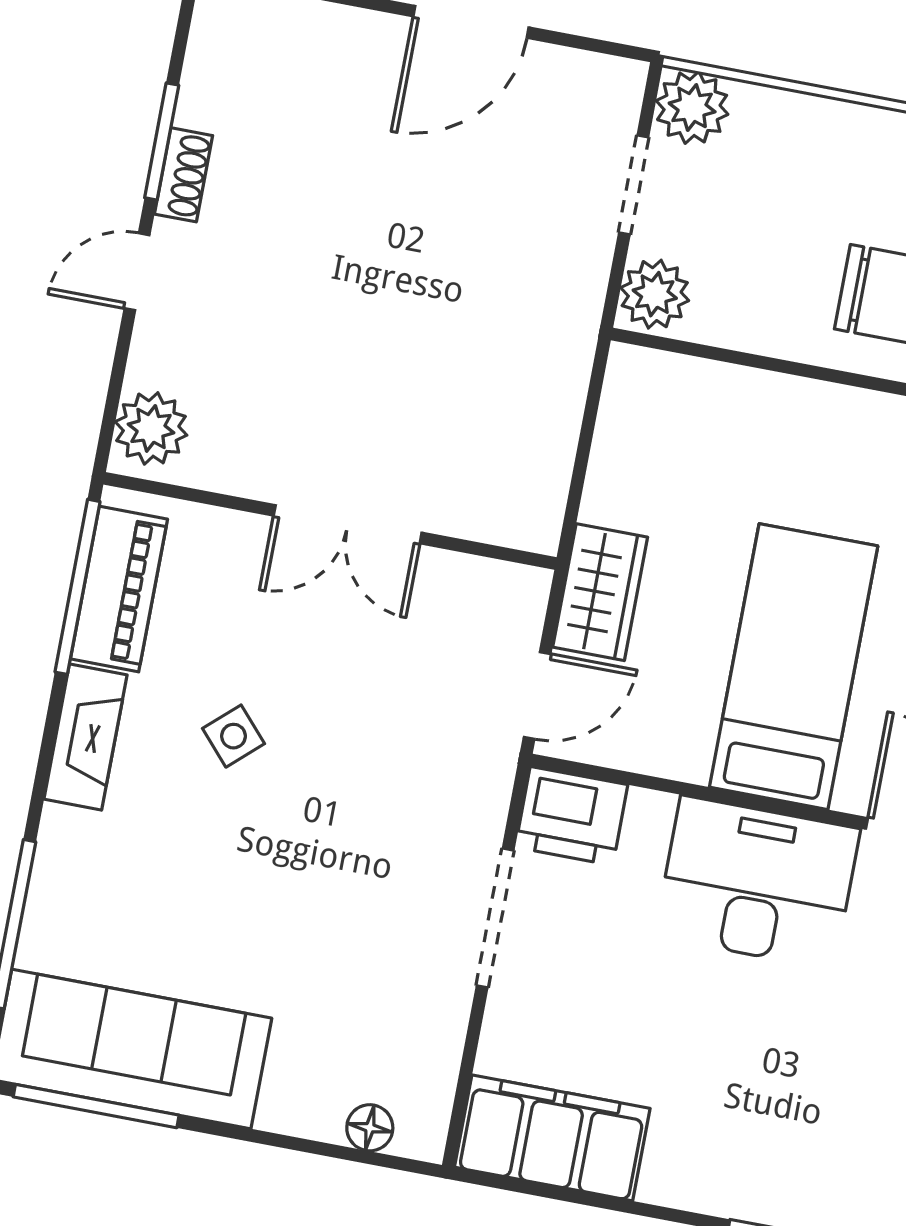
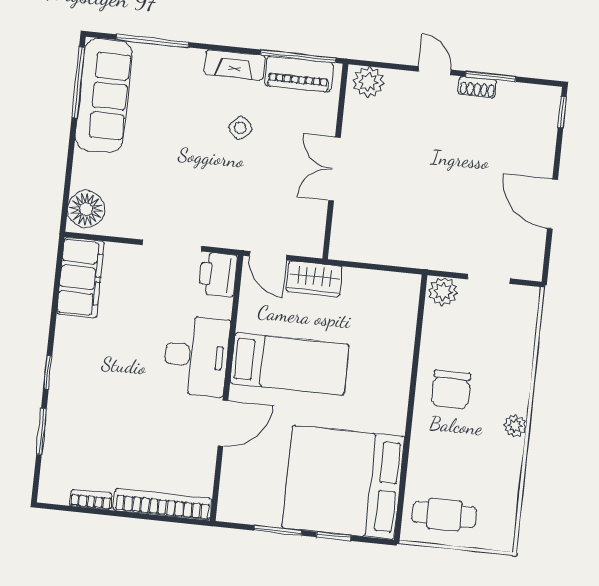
plant: (692, 107) -> (524, 301), removed
floor lamp: (370, 1128) -> (86, 209), width x1.89, depth x1.89

